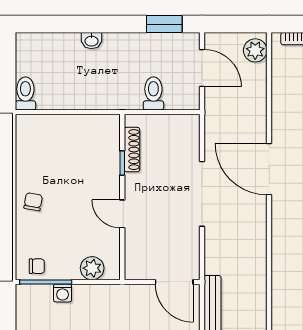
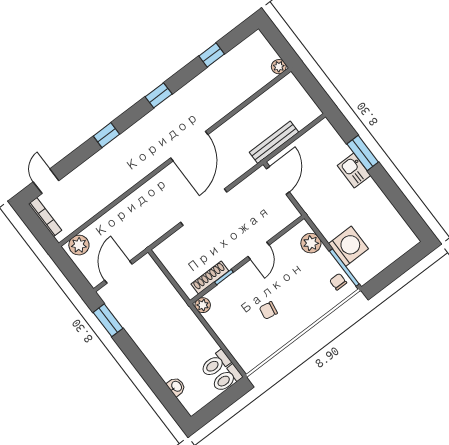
washbasin: (91, 41) -> (176, 387), moved
toilet: (153, 93) -> (216, 364), moved
plant: (111, 123) -> (203, 305), added
door: (269, 169) -> (189, 146), moved
chair: (33, 202) -> (268, 310), moved
washing machine: (63, 293) -> (348, 246), width x1.89, depth x1.89

